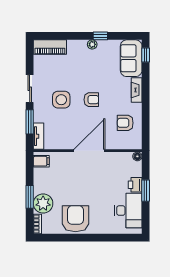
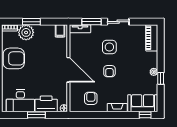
printer: (135, 185) -> (46, 104), width x1.87, depth x1.48

